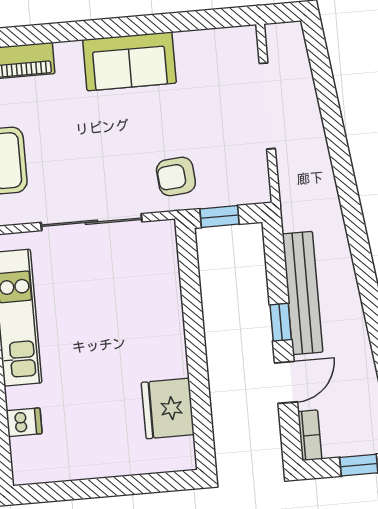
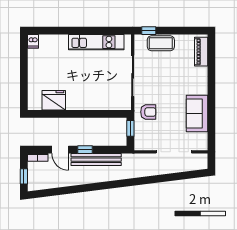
sofa: (129, 61) -> (197, 113), moved
armchair: (176, 176) -> (148, 112), turned 95
dishwasher: (24, 422) -> (33, 41), moved

